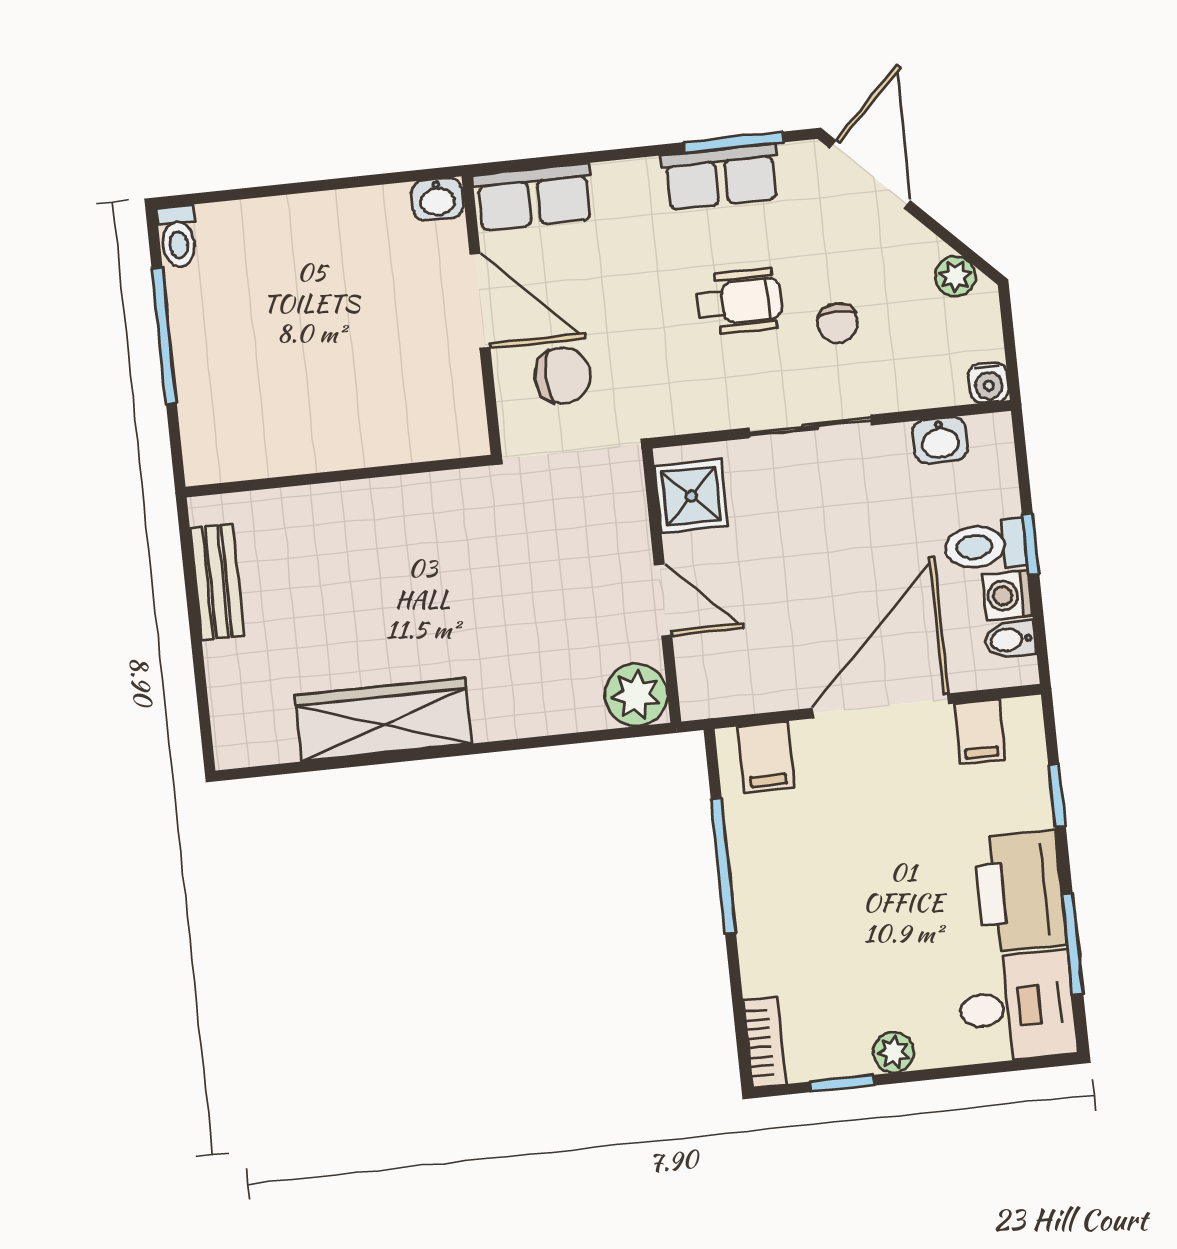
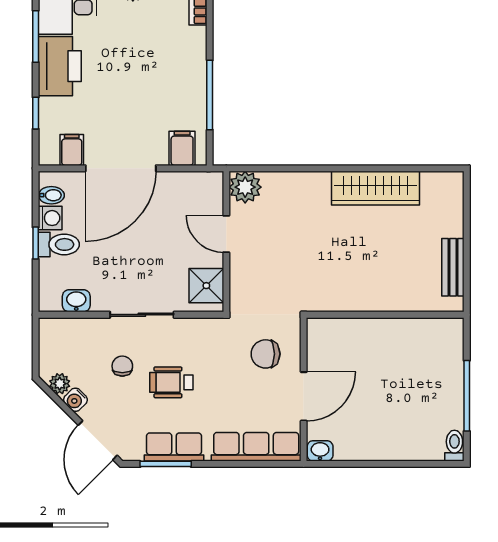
row of seats: (534, 197) -> (256, 447), width x1.48
door: (480, 301) -> (304, 396), swing flipped
water cooler: (989, 383) -> (75, 400), moved, turned -135

